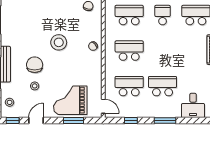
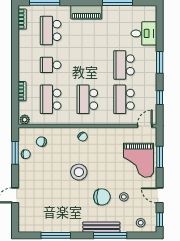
chair: (35, 65) -> (102, 197), turned 180

